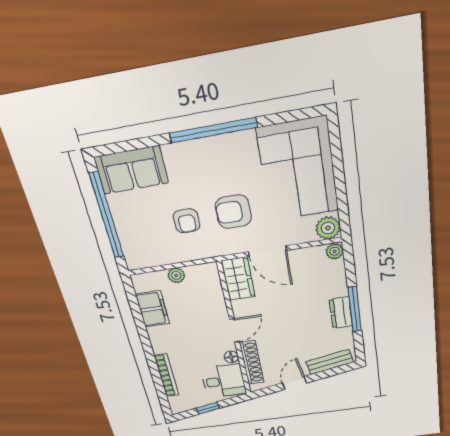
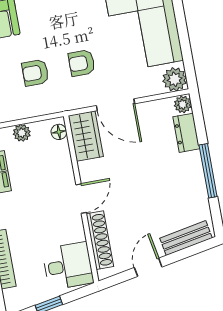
armchair: (233, 212) -> (82, 63), width x0.72, depth x0.72
armchair: (187, 221) -> (35, 73), turned 90
dresser: (341, 313) -> (186, 133), moved
floor lamp: (231, 357) -> (59, 132), moved

